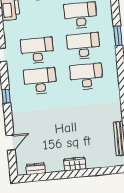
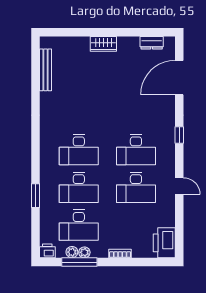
door: (11, 143) -> (179, 78), width x1.88

